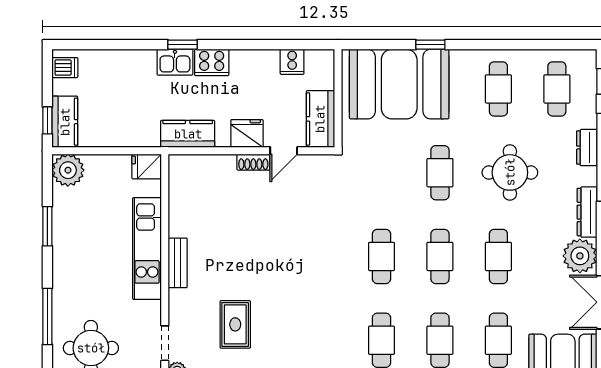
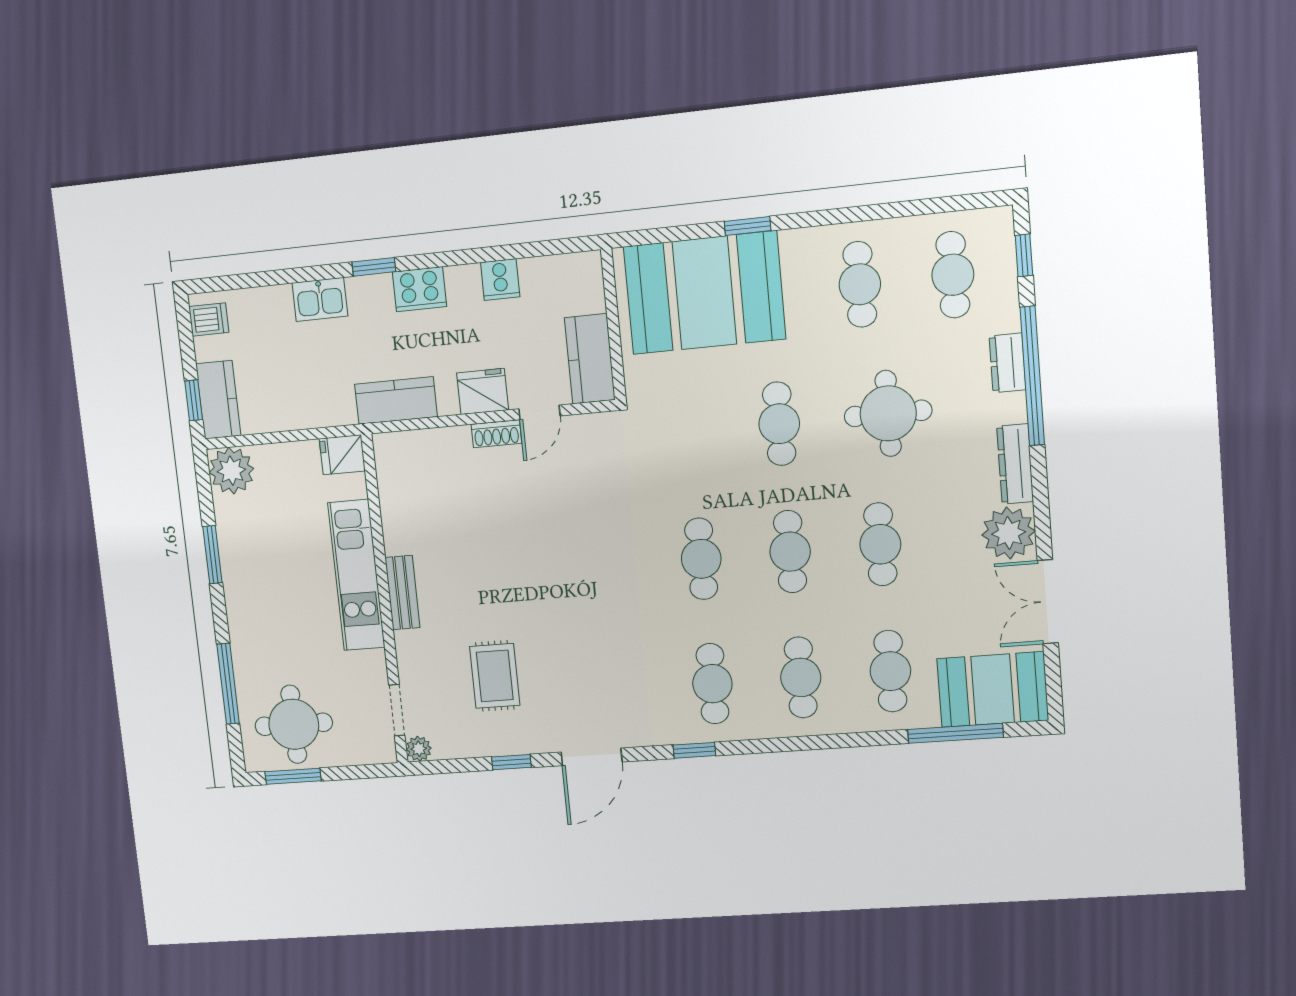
kitchen sink: (175, 62) -> (320, 299), moved
cooker: (292, 62) -> (500, 280), moved

